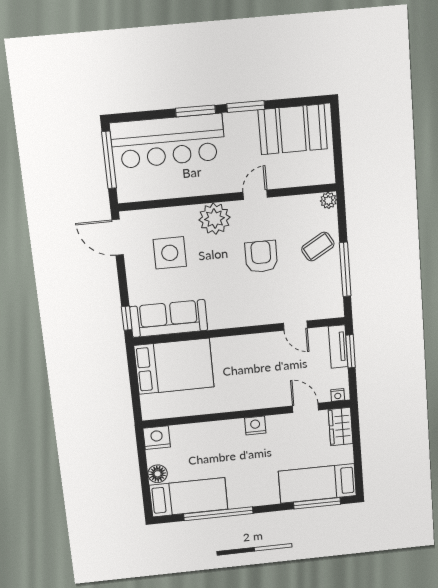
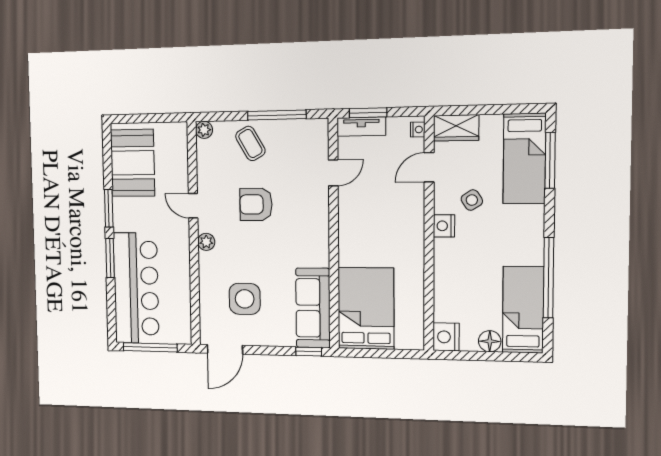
plant: (215, 219) -> (206, 242), width x0.53, depth x0.53
side table: (279, 446) -> (472, 200), added

